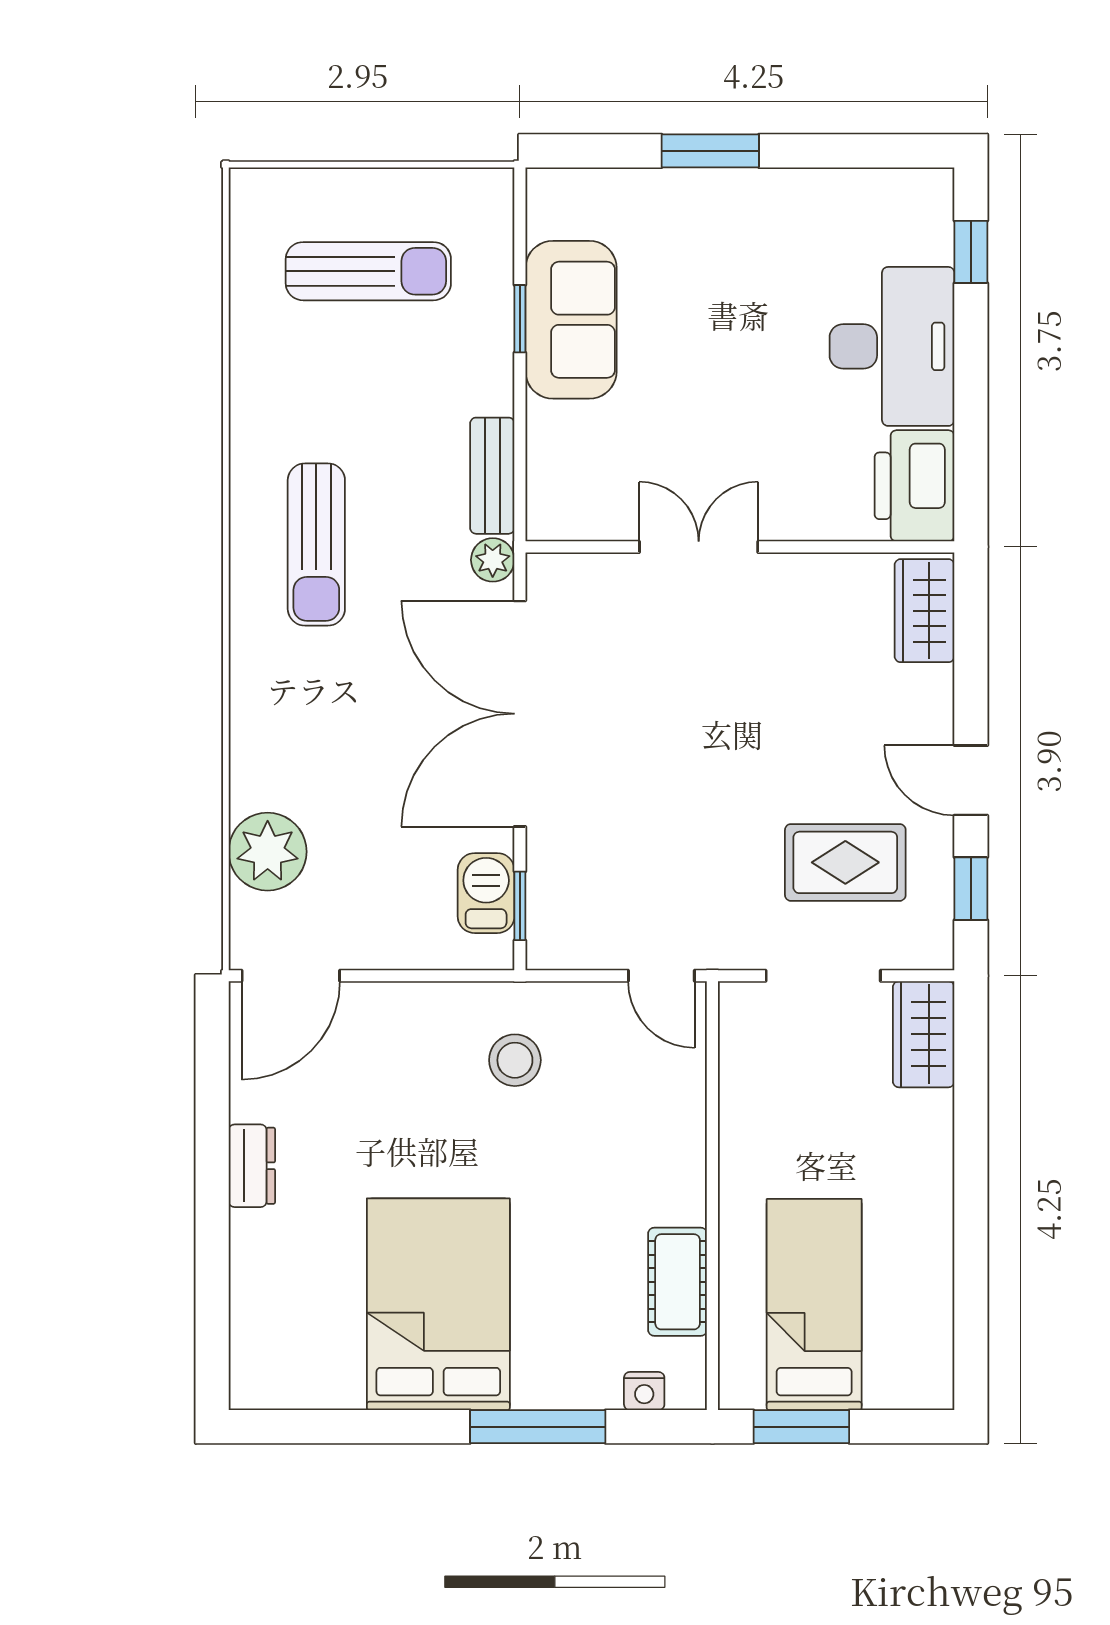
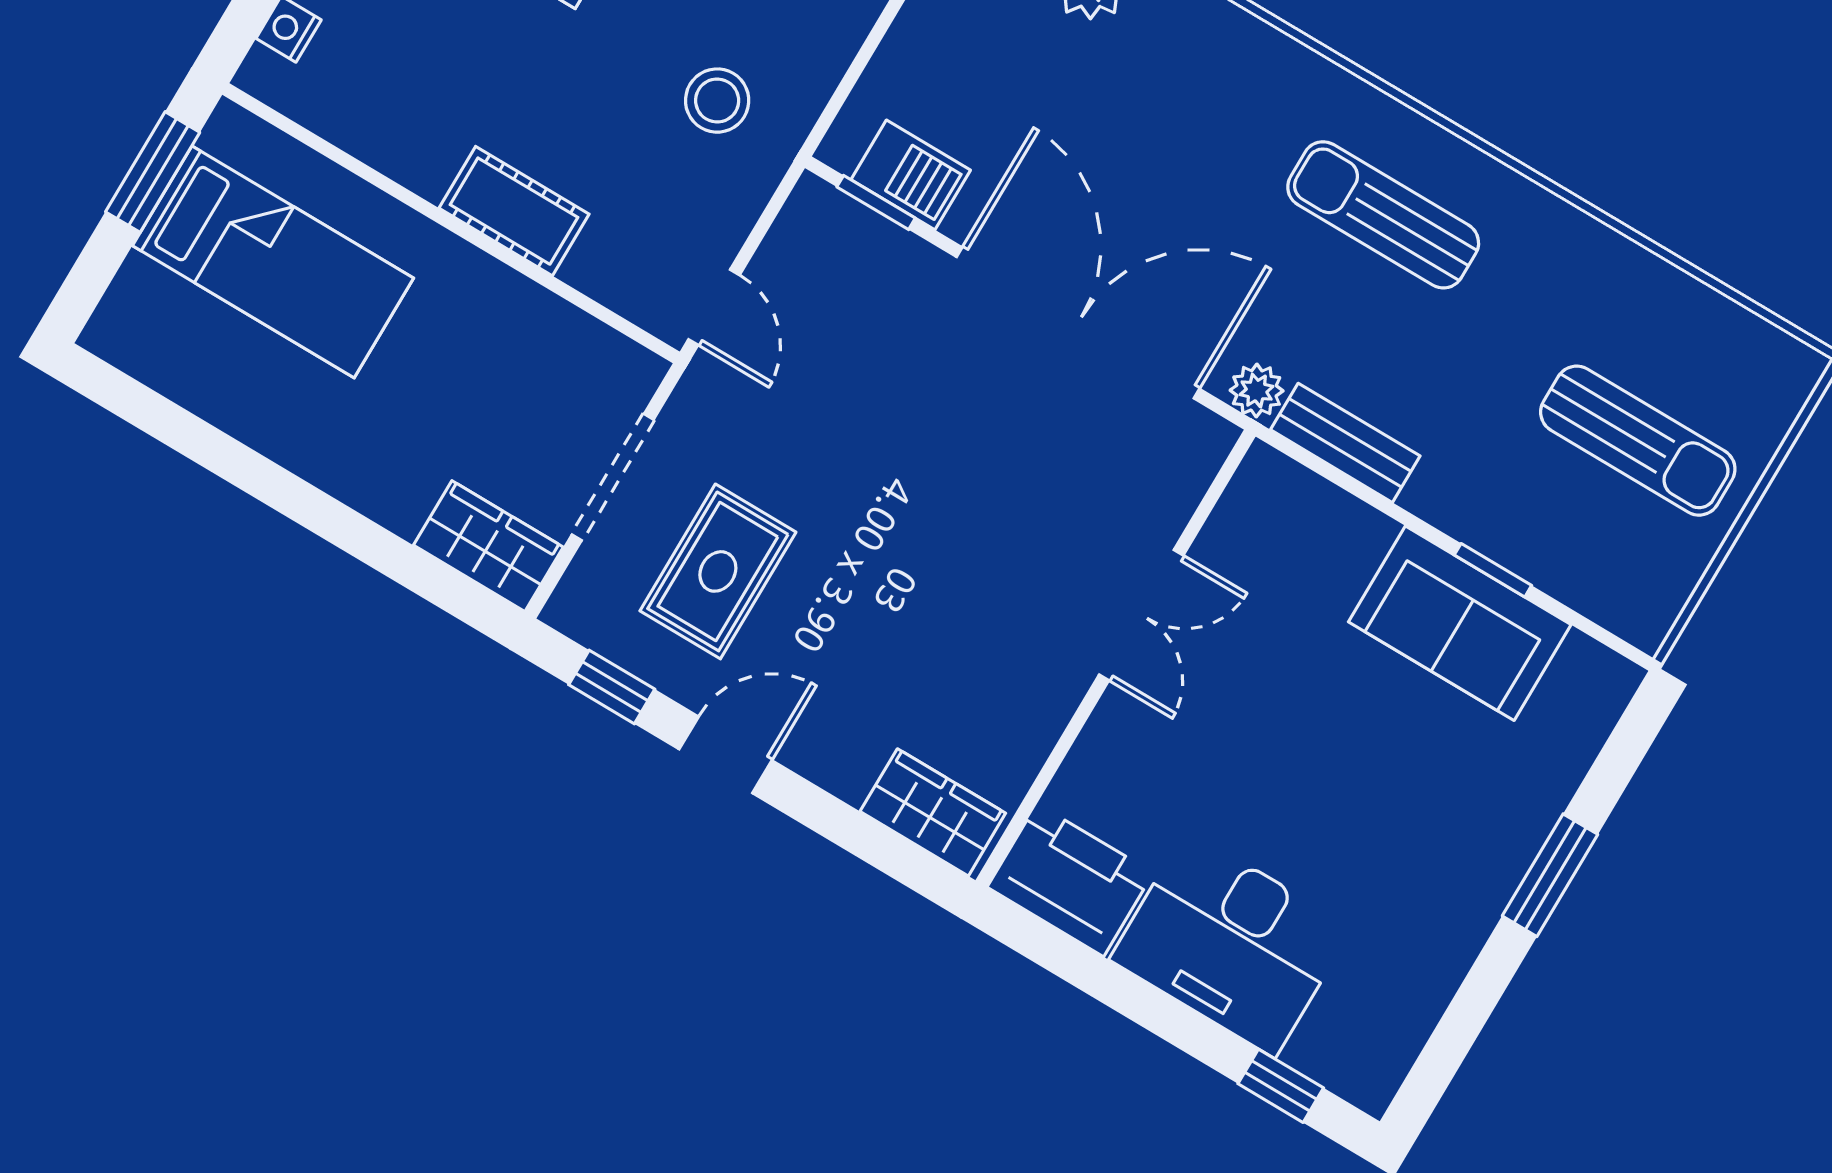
sun lounger: (368, 271) -> (1638, 441), turned -90
door: (661, 976) -> (714, 307), swing flipped
cot: (678, 1282) -> (514, 211), moved

